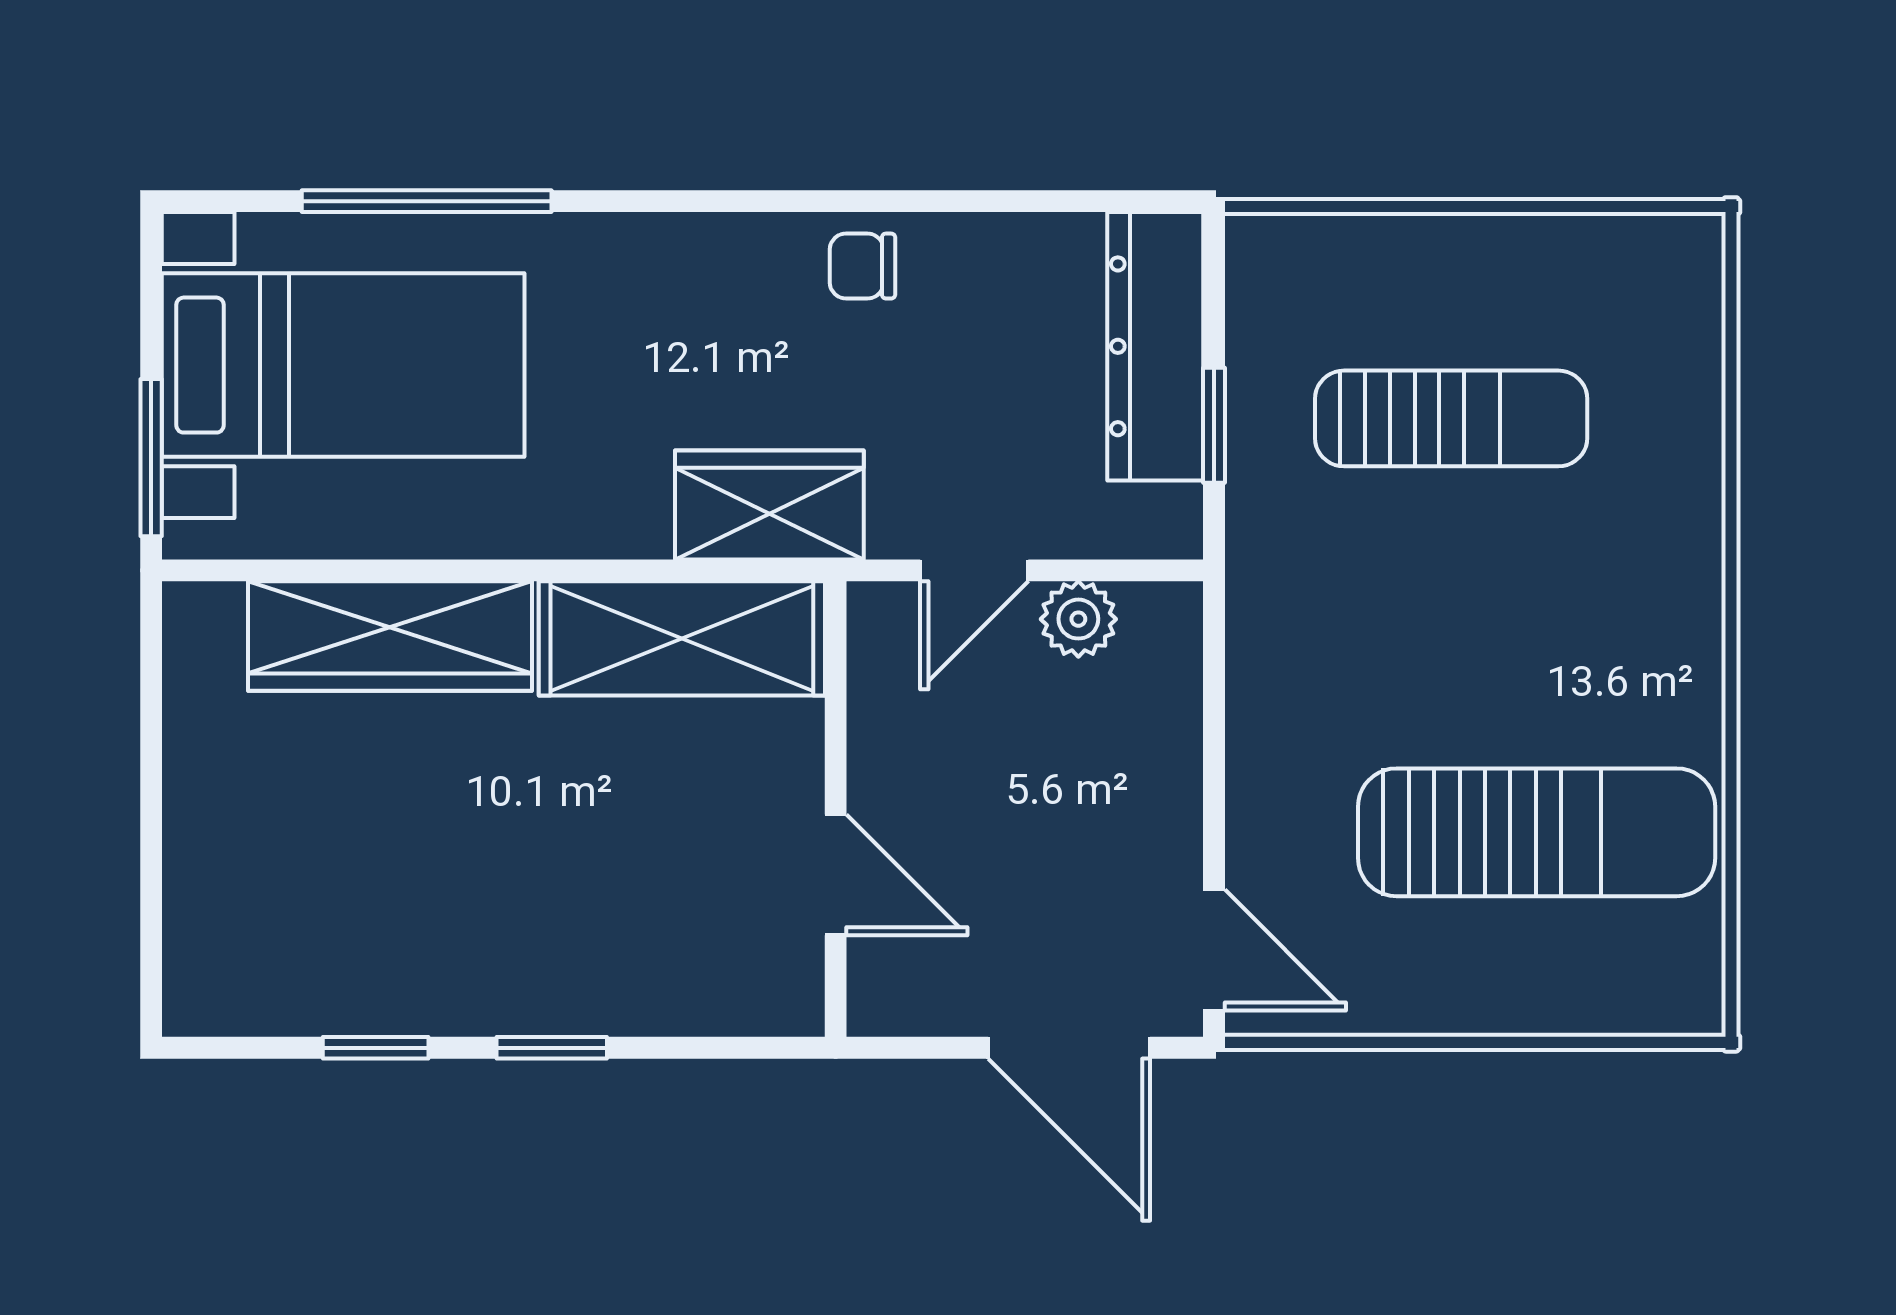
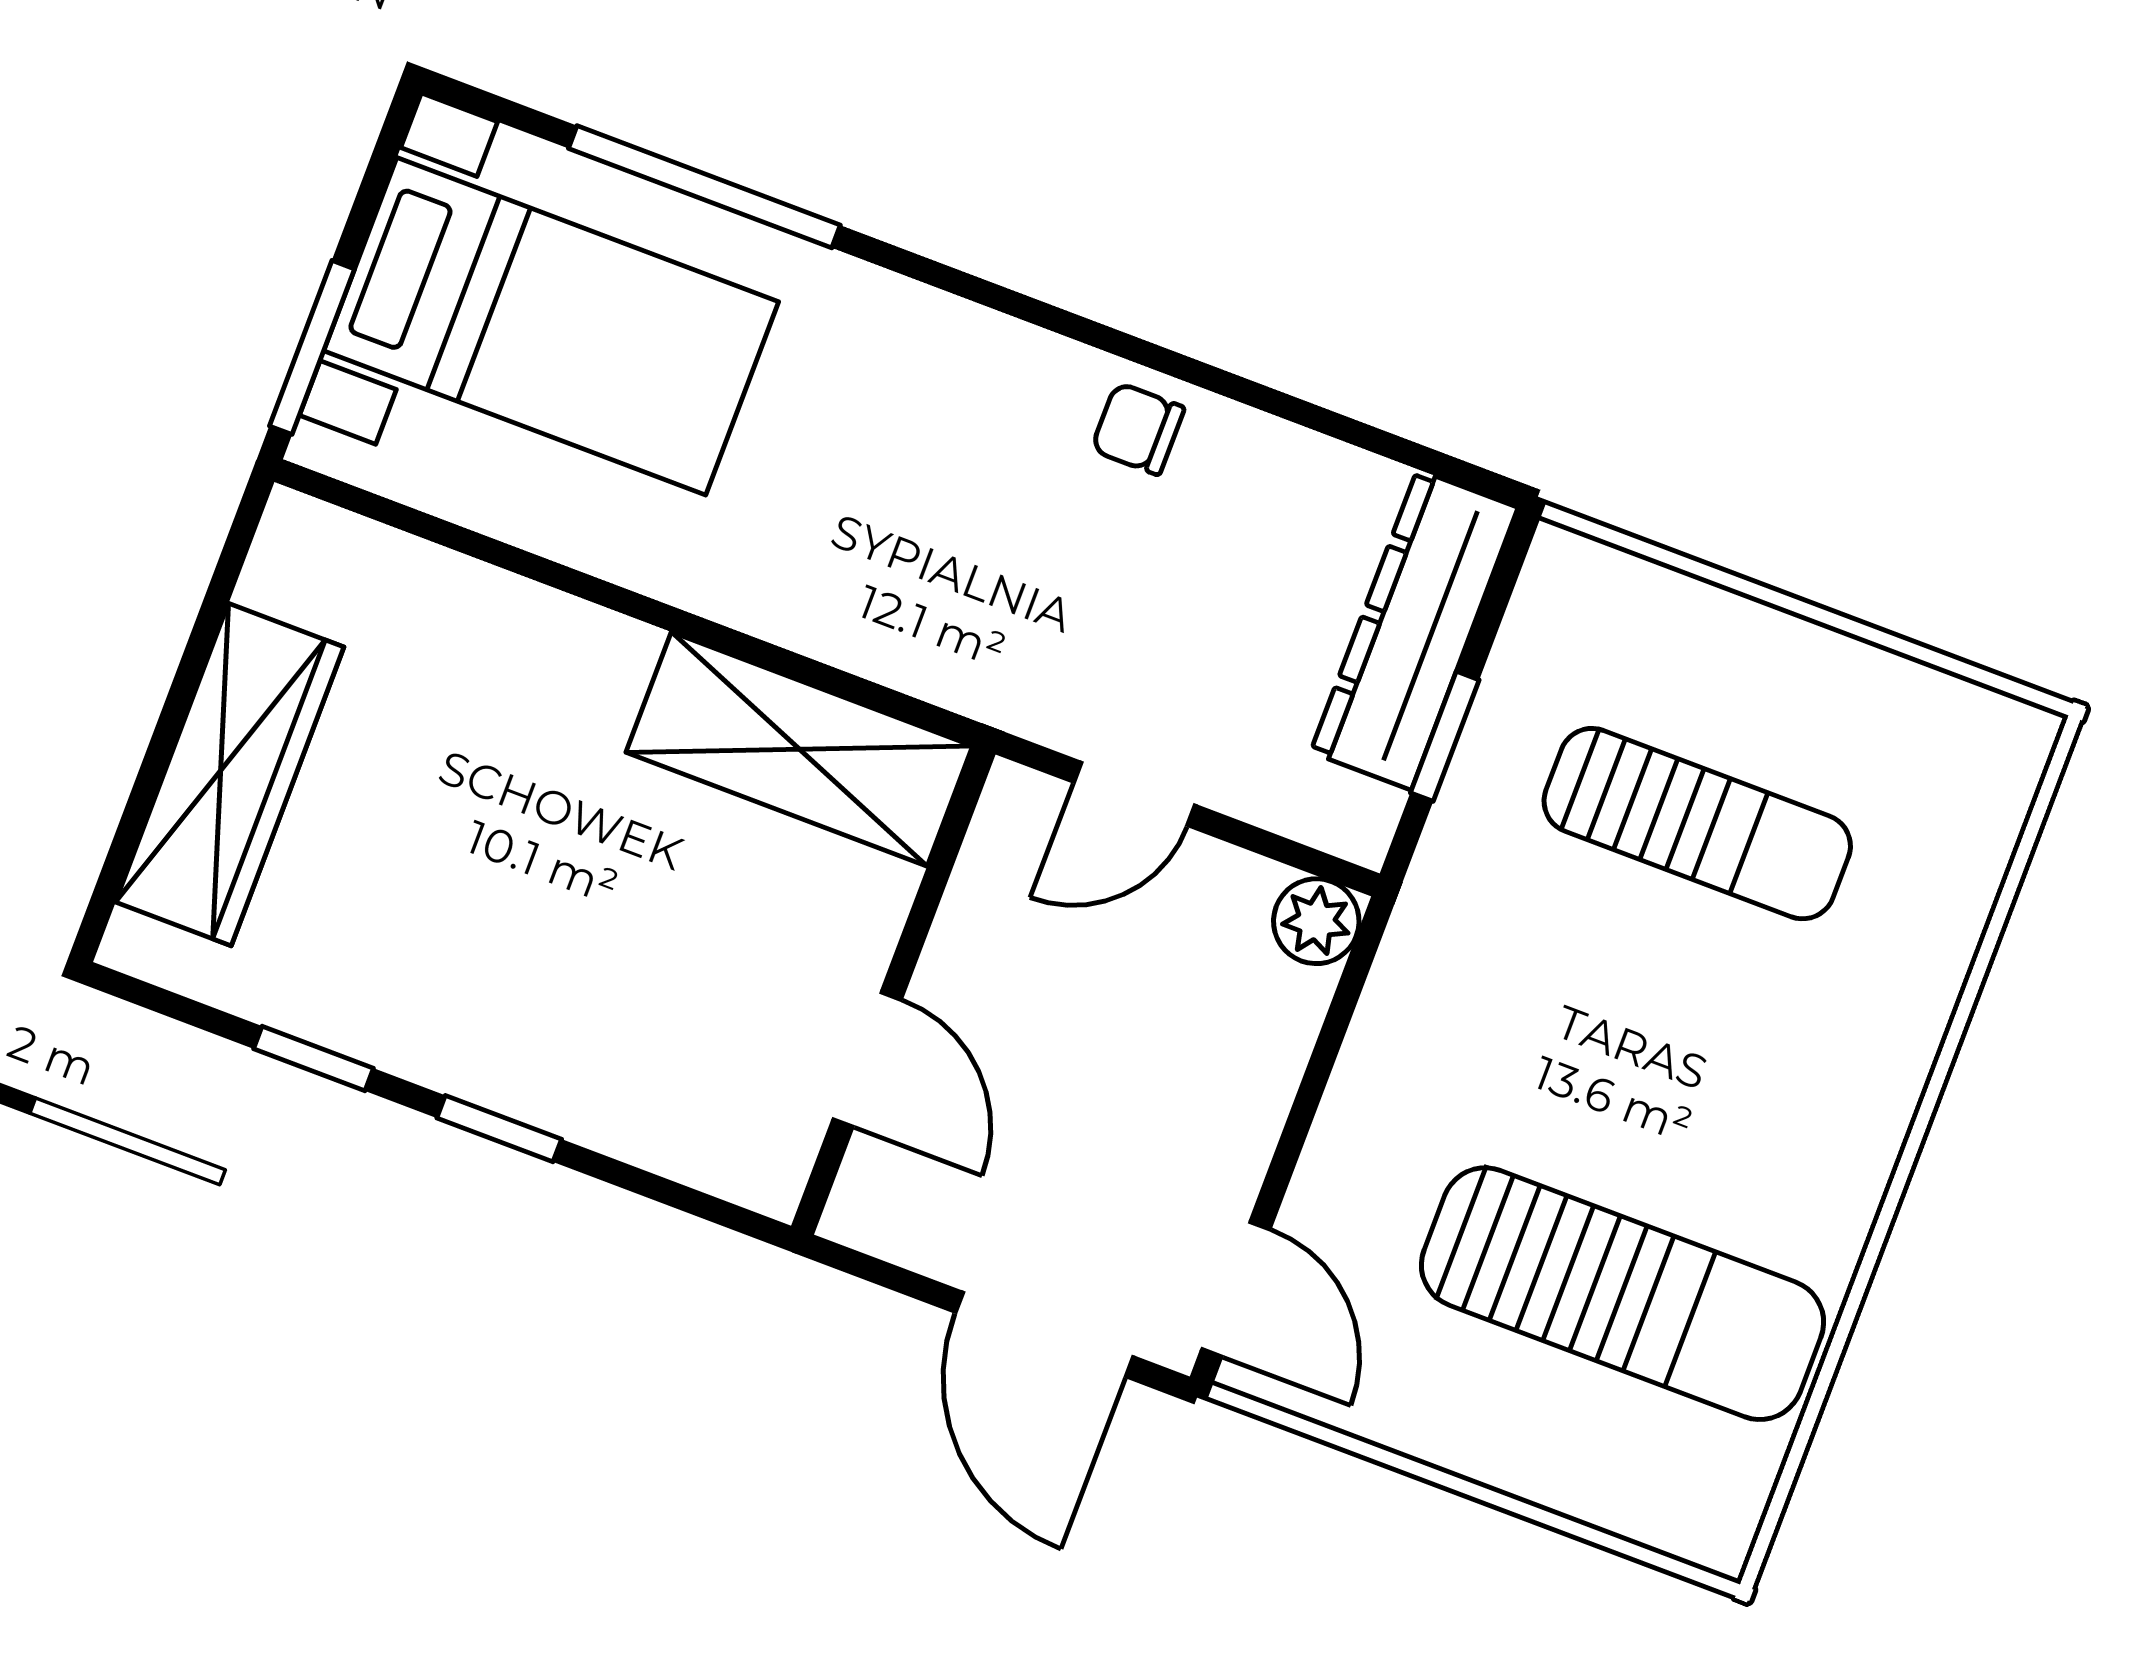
wardrobe: (769, 505) -> (945, 643), removed
plant: (1078, 619) -> (1316, 921), moved
wardrobe: (390, 636) -> (230, 775), moved, turned -90

